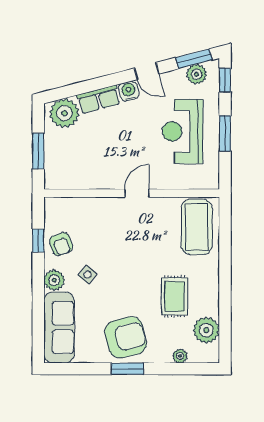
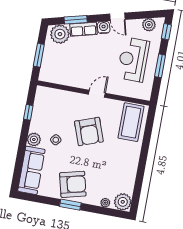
window: (194, 59) -> (76, 20), moved
armchair: (61, 244) -> (89, 131), moved, width x1.88, depth x1.88
rug: (175, 296) -> (109, 164), removed
plant: (206, 330) -> (123, 202), moved

